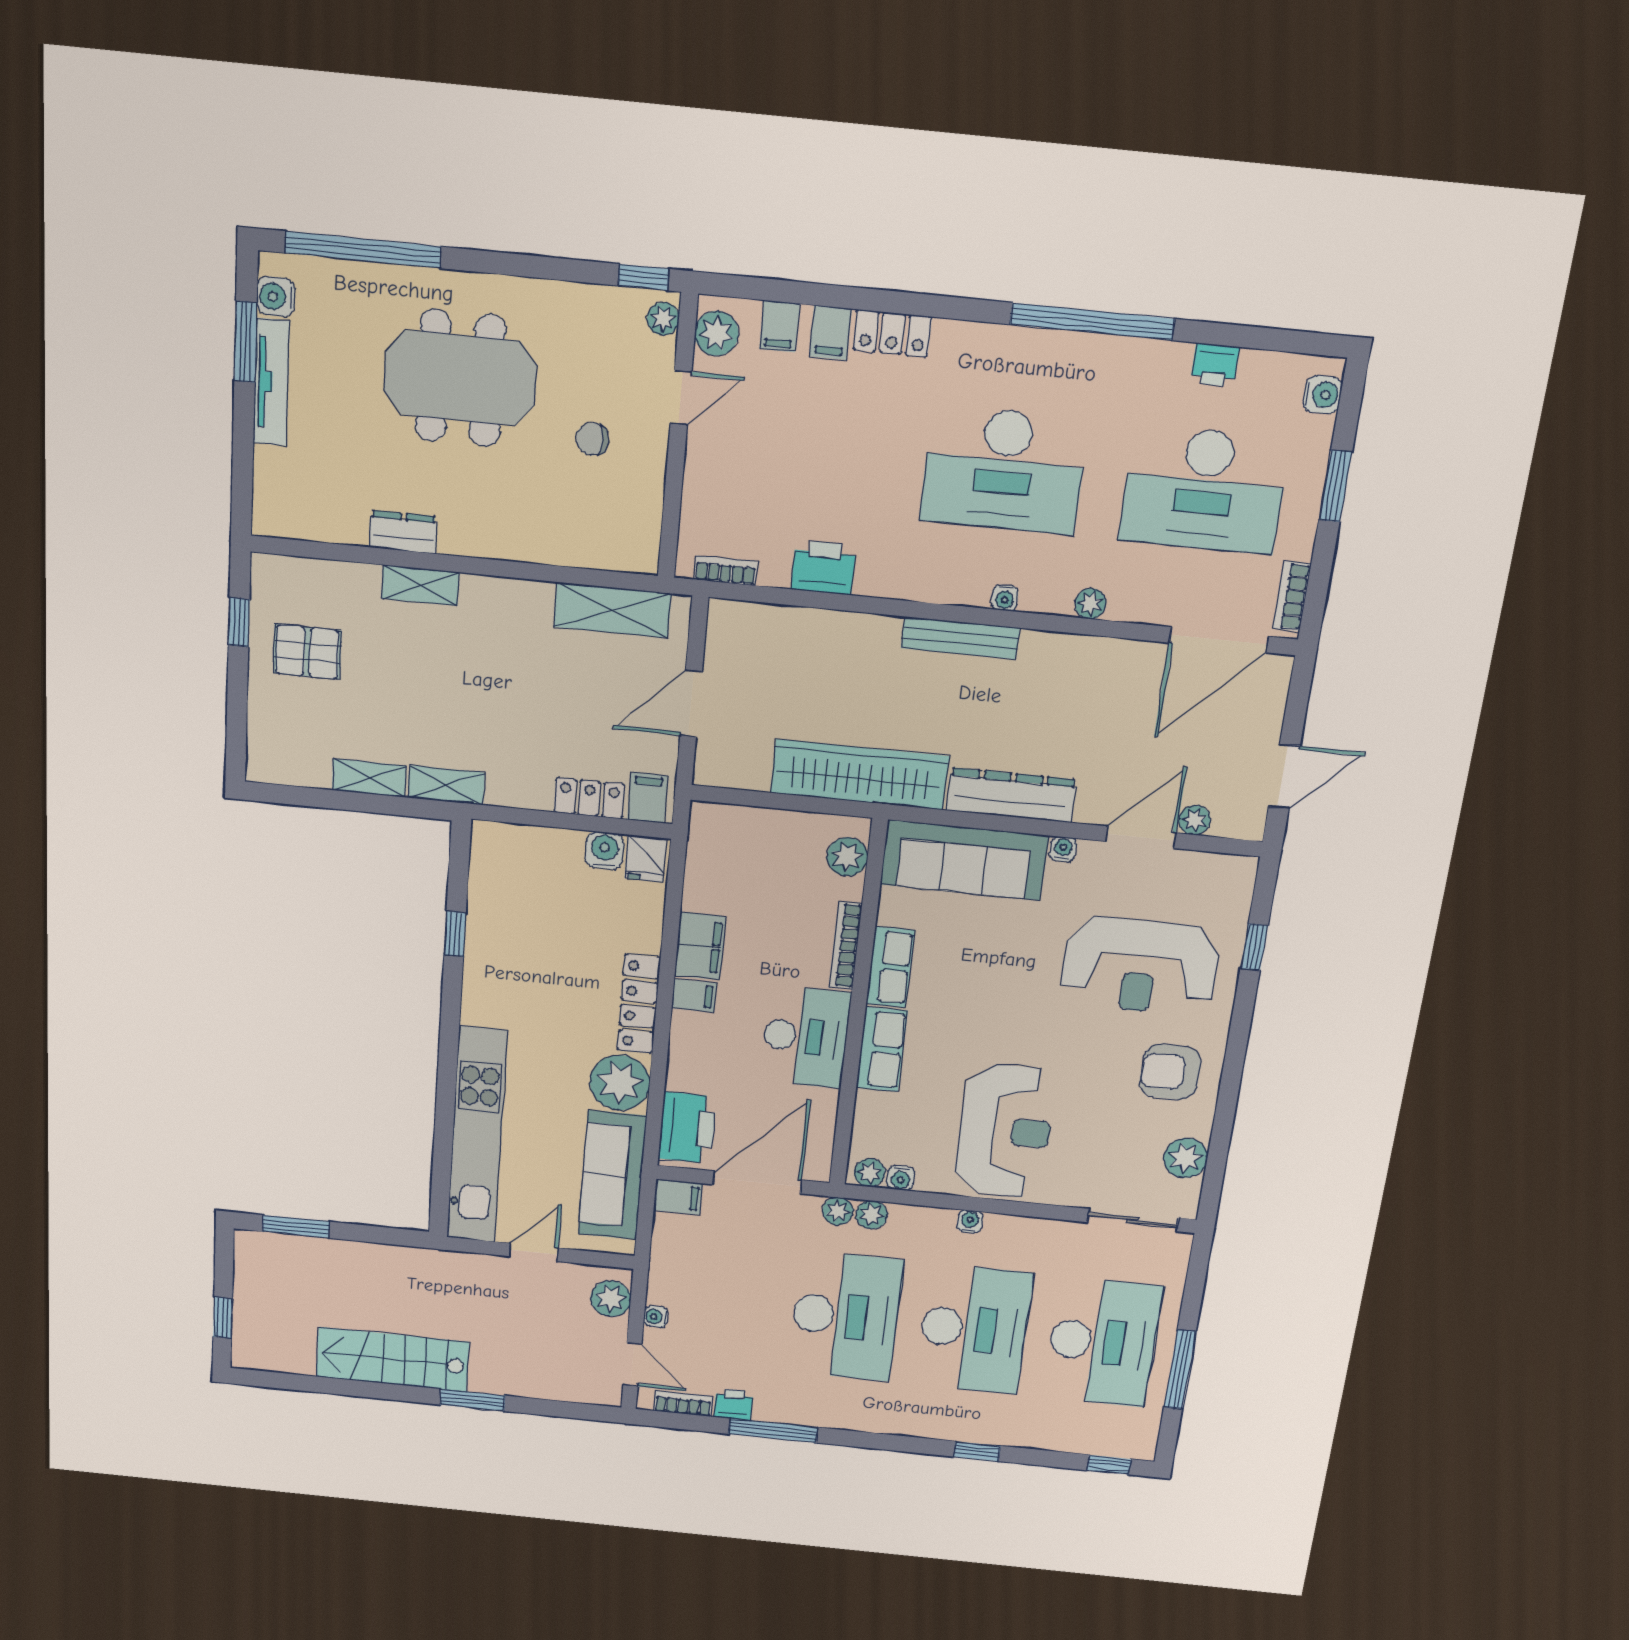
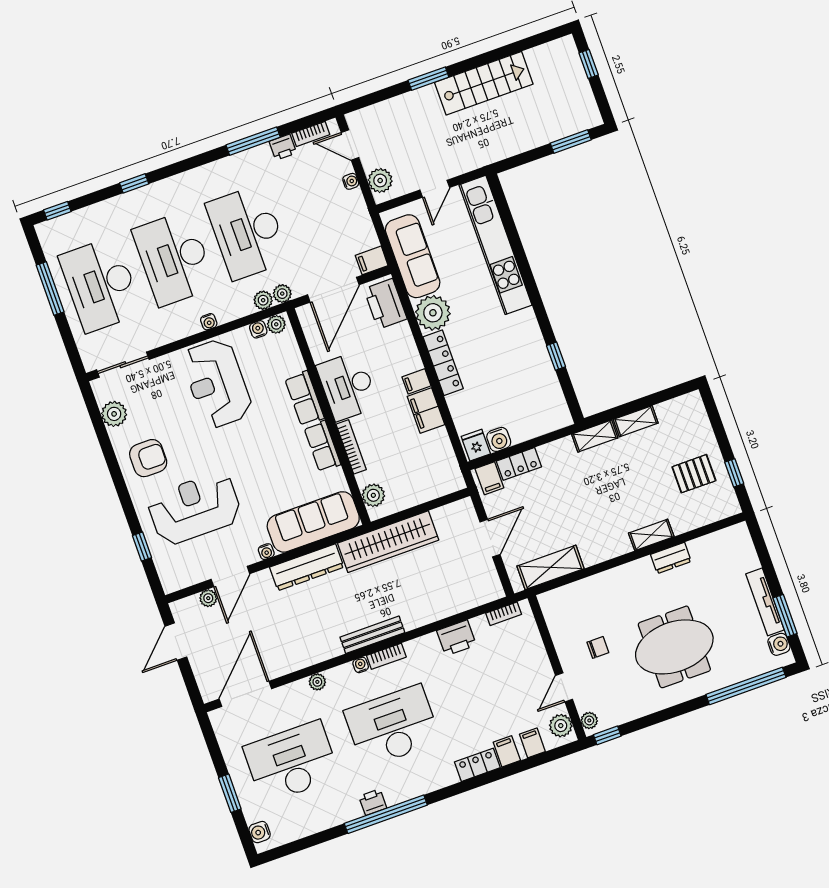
printer: (1215, 365) -> (373, 802), moved
bookcase: (1292, 596) -> (386, 656), moved, turned 90

